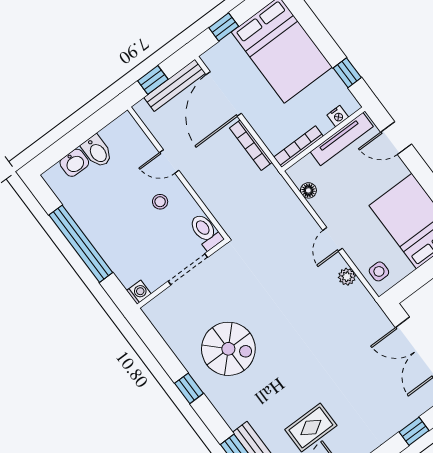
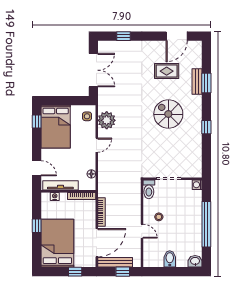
window: (347, 73) -> (37, 226), moved
washbasin: (74, 163) -> (195, 261), moved
plant: (347, 277) -> (107, 120), width x1.88, depth x1.88
spiral stairs: (228, 349) -> (168, 114), moved

